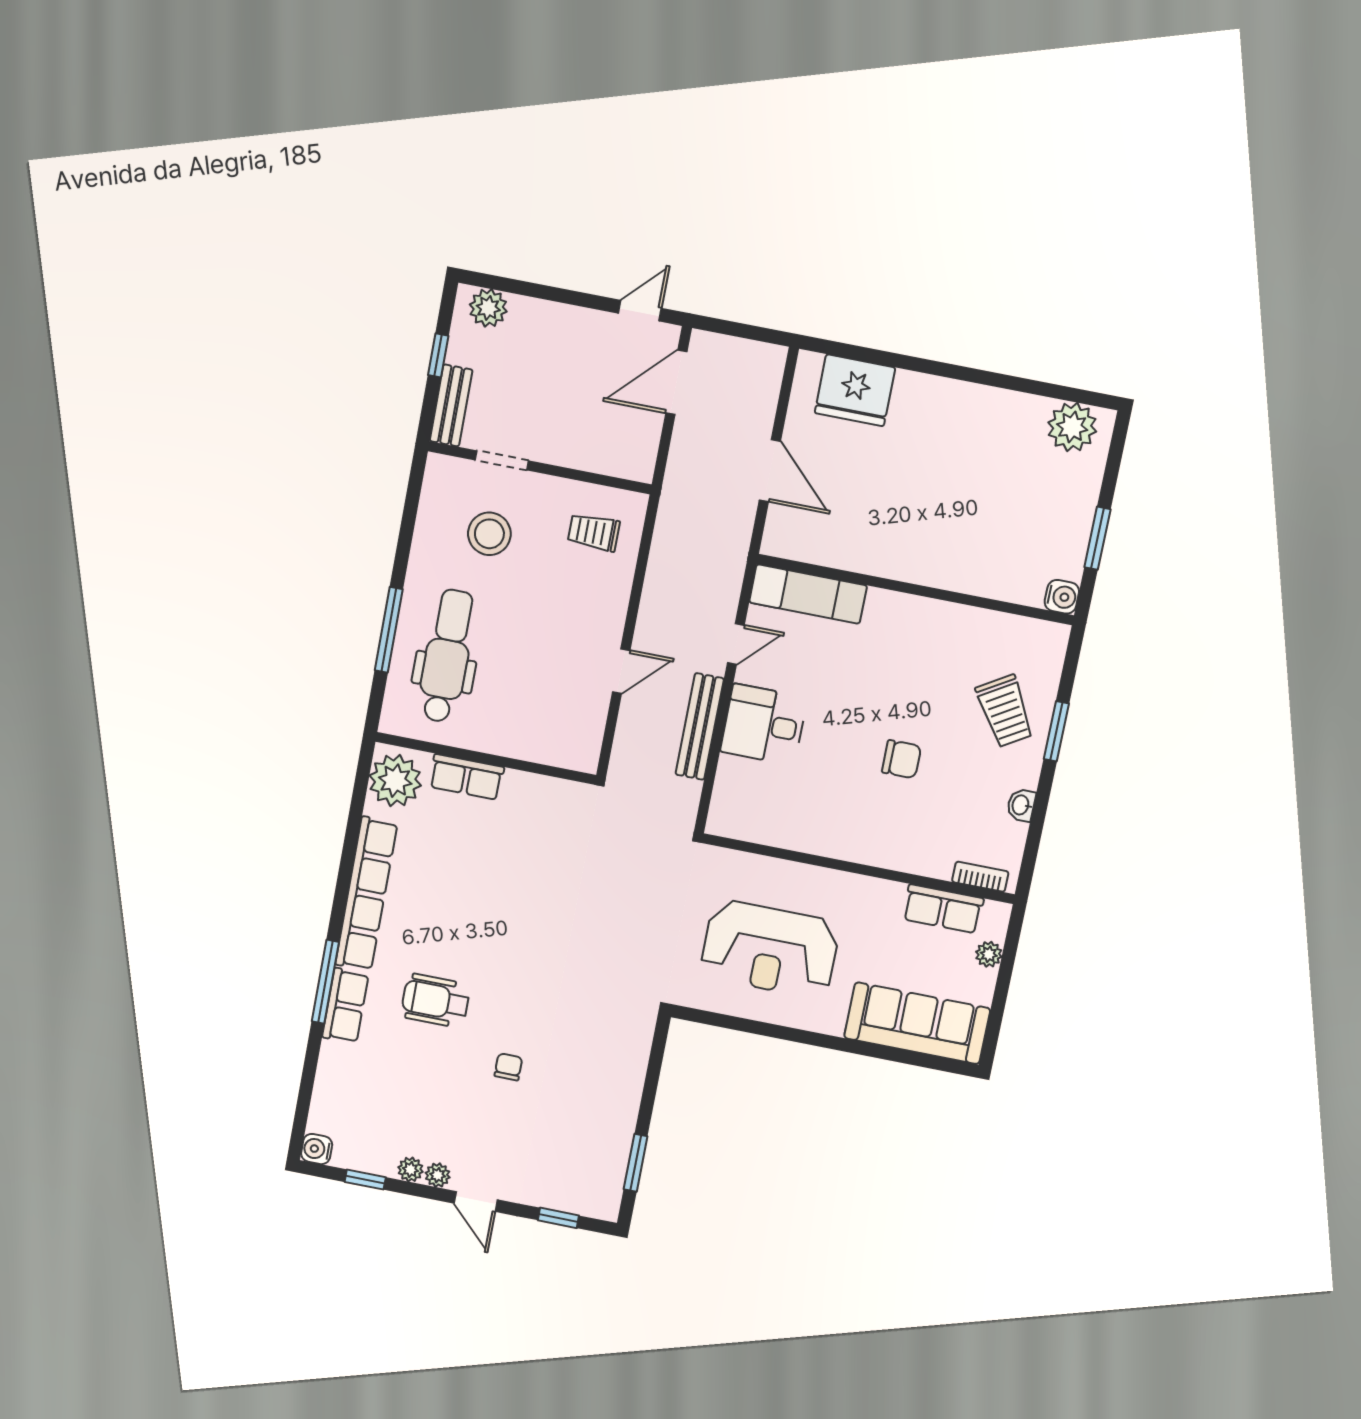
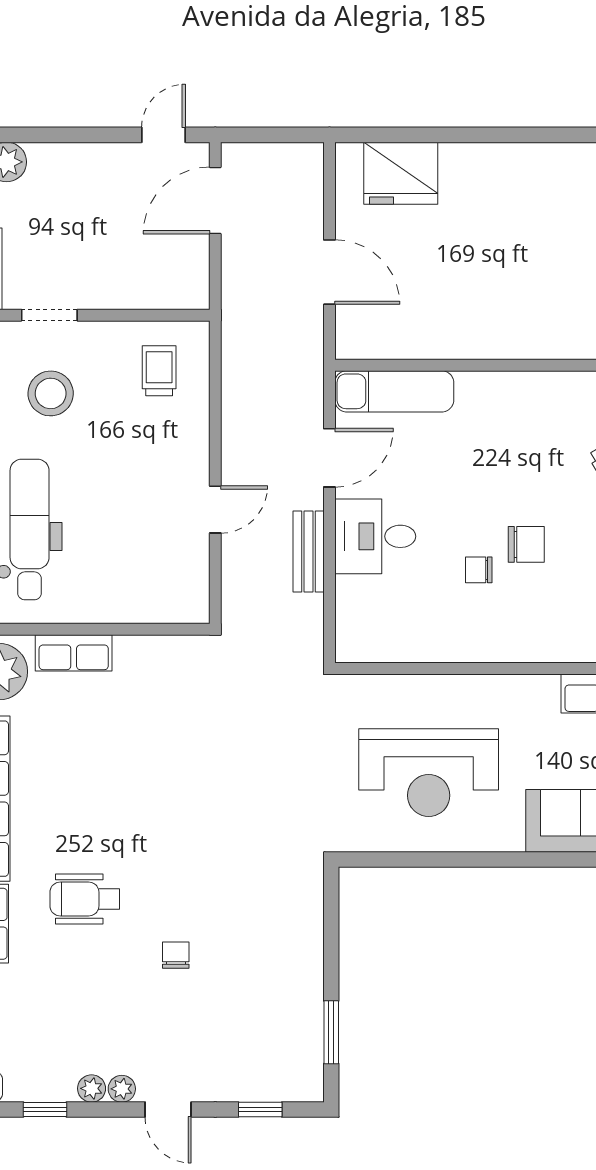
trolley: (594, 532) -> (159, 371), turned 90
door: (736, 644) -> (329, 458), width x1.37
bench: (700, 726) -> (309, 552), width x0.73
chair: (853, 774) -> (479, 570), added

